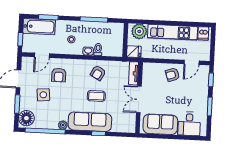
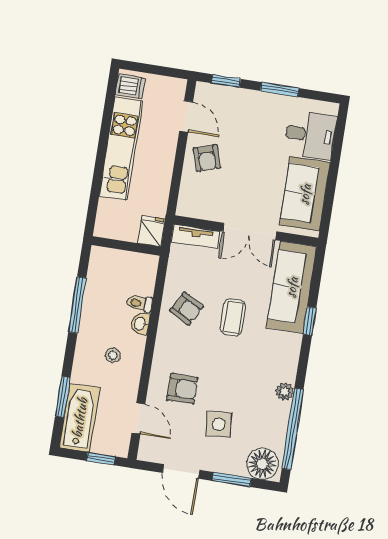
plant: (139, 31) -> (112, 216), removed
sofa: (90, 122) -> (292, 287), moved

